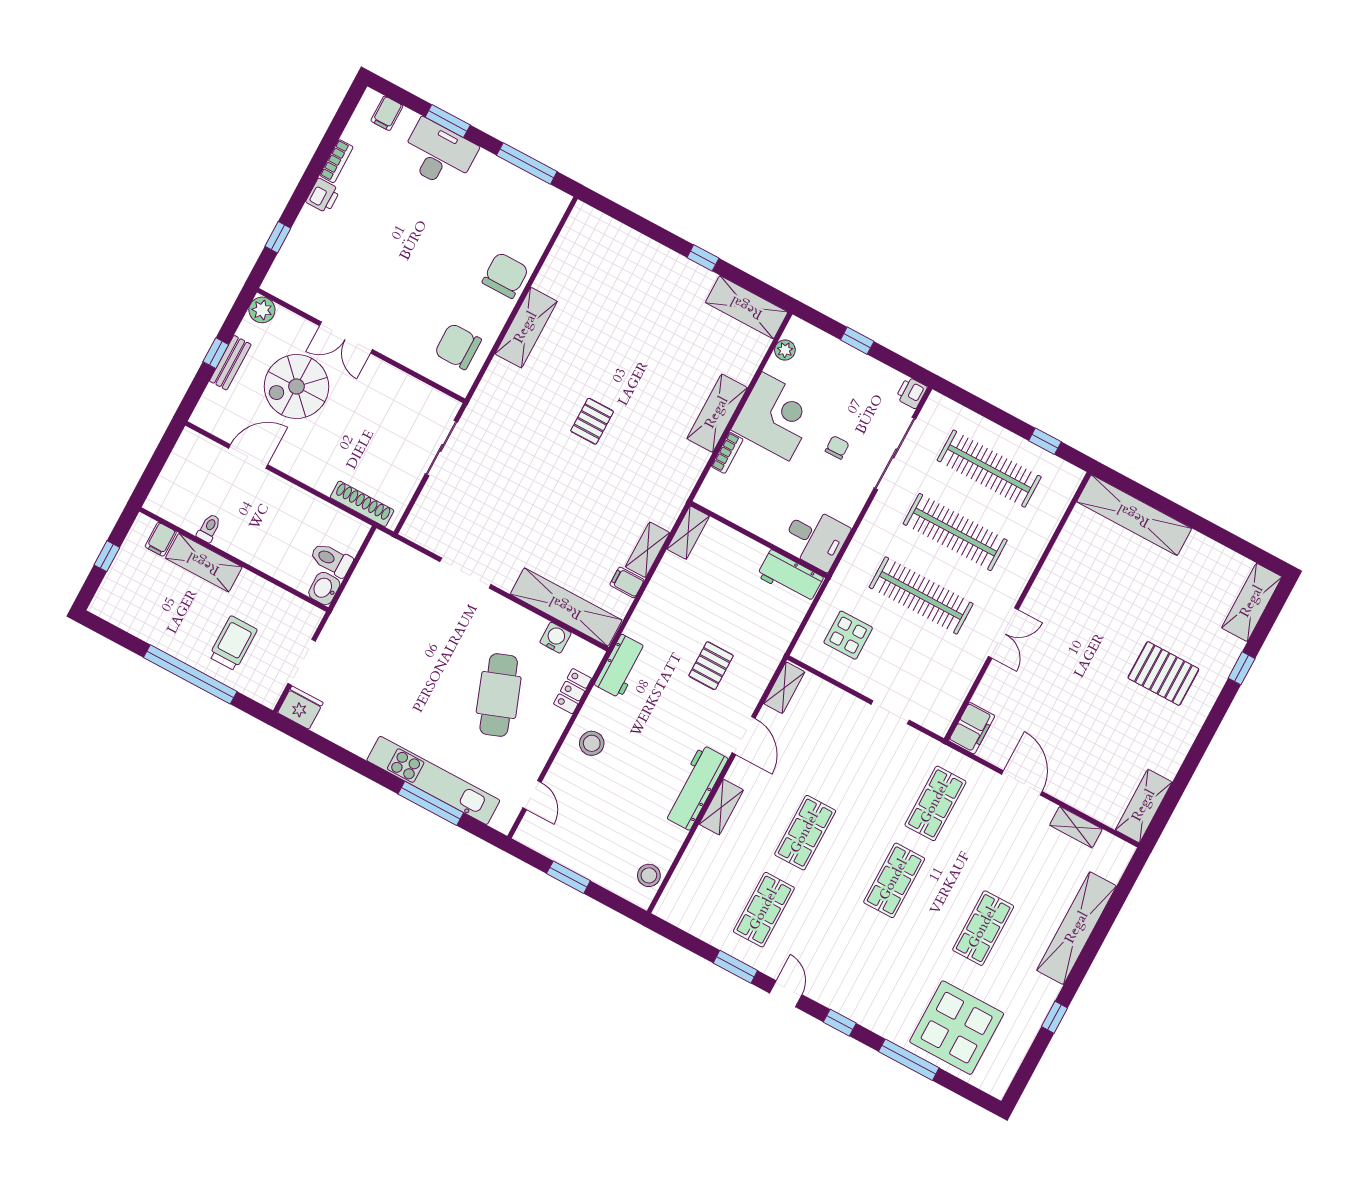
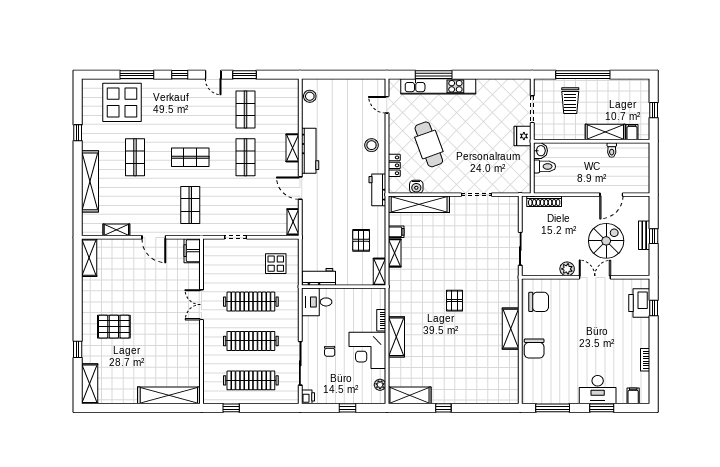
printer: (323, 196) -> (639, 303), moved, width x1.87, depth x1.48
plant: (262, 310) -> (567, 269), moved
pallet: (711, 666) -> (361, 240), moved
fridge: (300, 708) -> (523, 136), moved, turned 90
window: (568, 877) -> (348, 75), removed
shop shelf: (894, 880) -> (190, 157), turned 90

